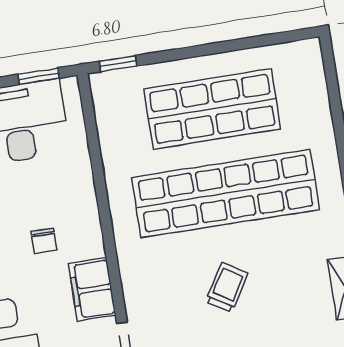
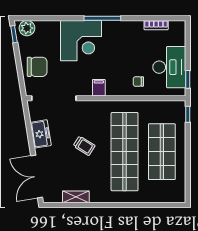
chair: (44, 241) -> (138, 82), moved
filing cabinet: (92, 289) -> (99, 88), width x0.50

